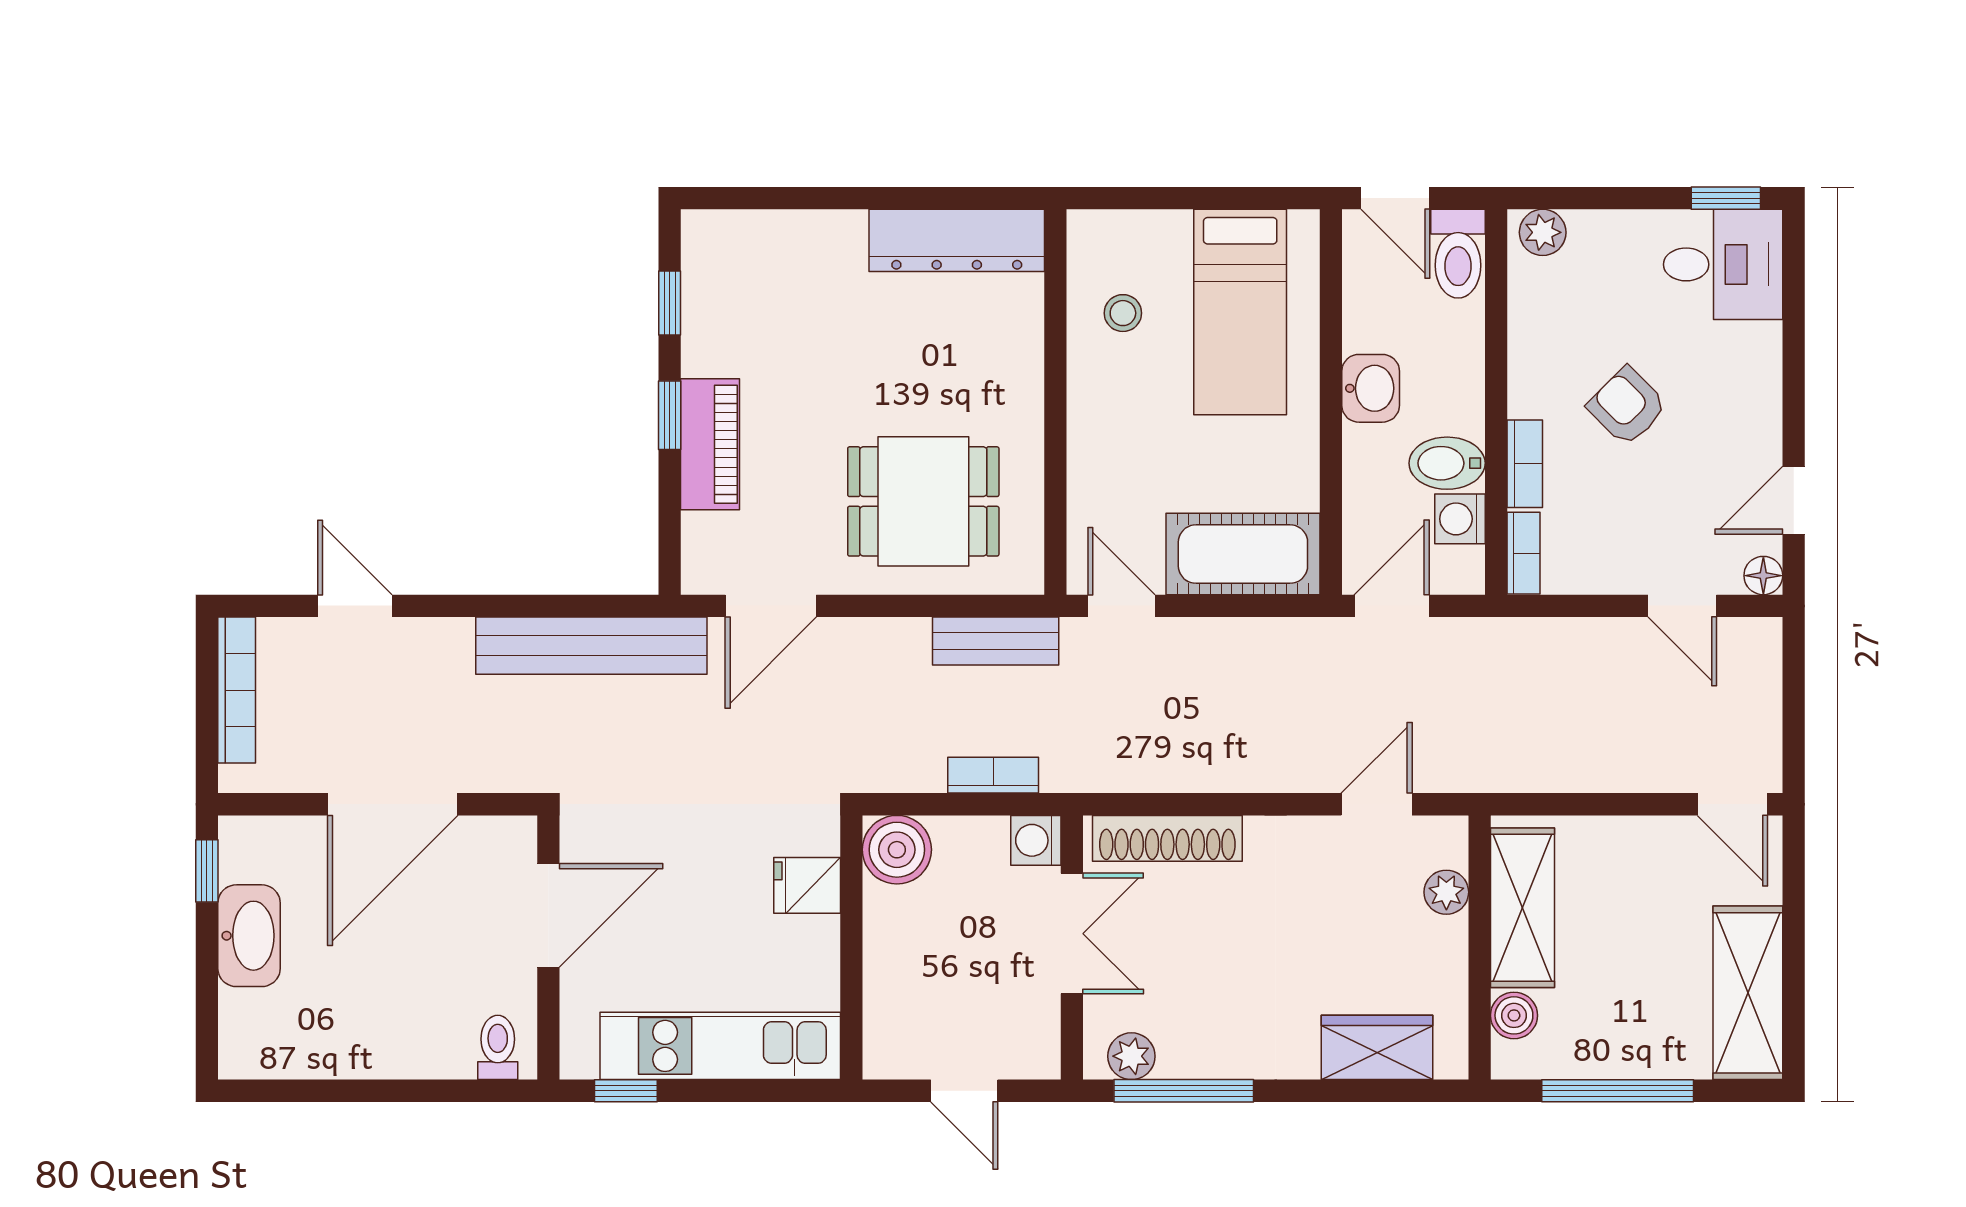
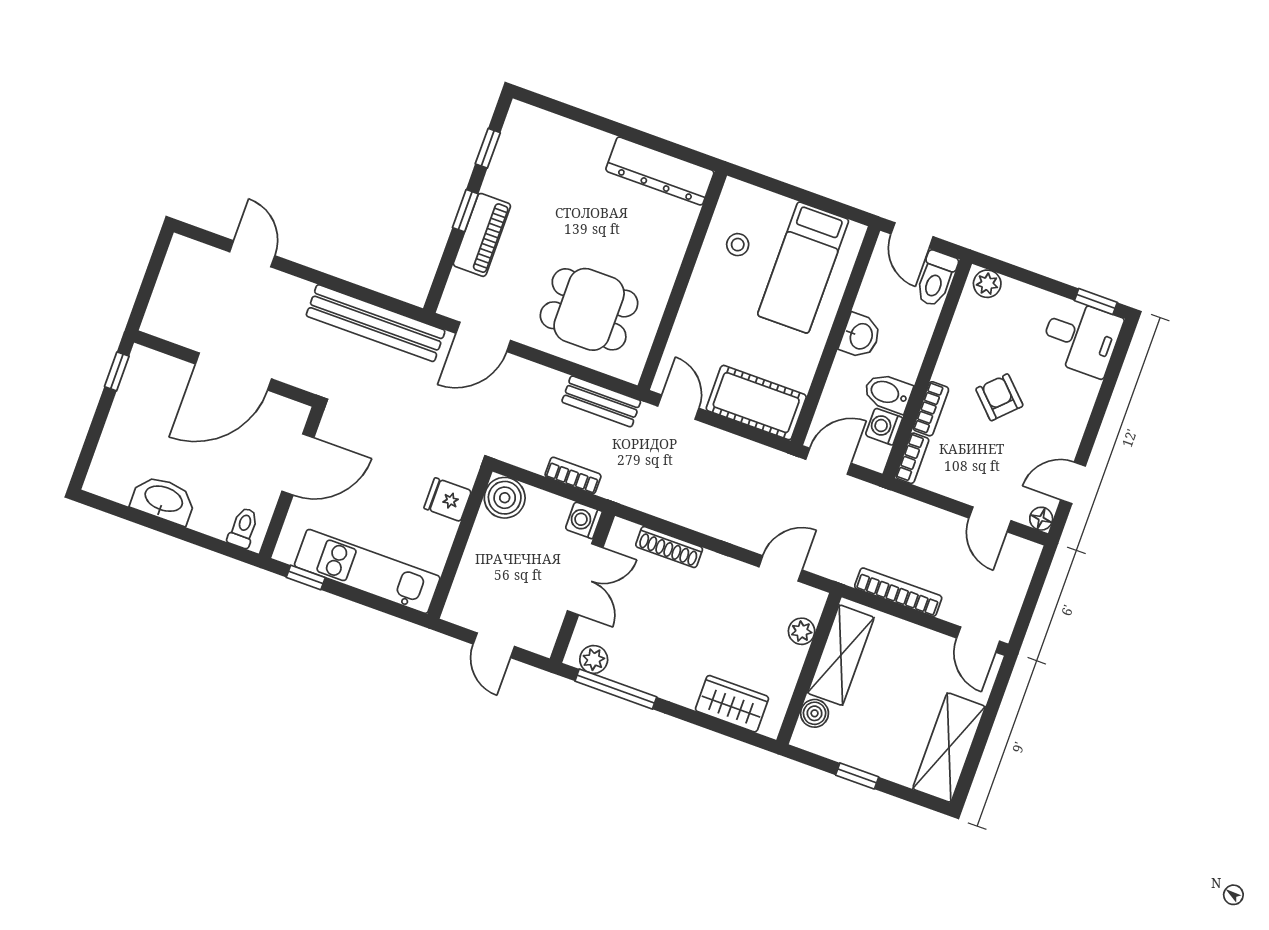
bookcase: (237, 690) -> (898, 592), moved, turned -90
shoe rack: (1167, 838) -> (669, 547), width x0.74, depth x0.81
washbasin: (249, 936) -> (163, 500), moved, turned -90
window: (1618, 1091) -> (857, 776), width x0.46

